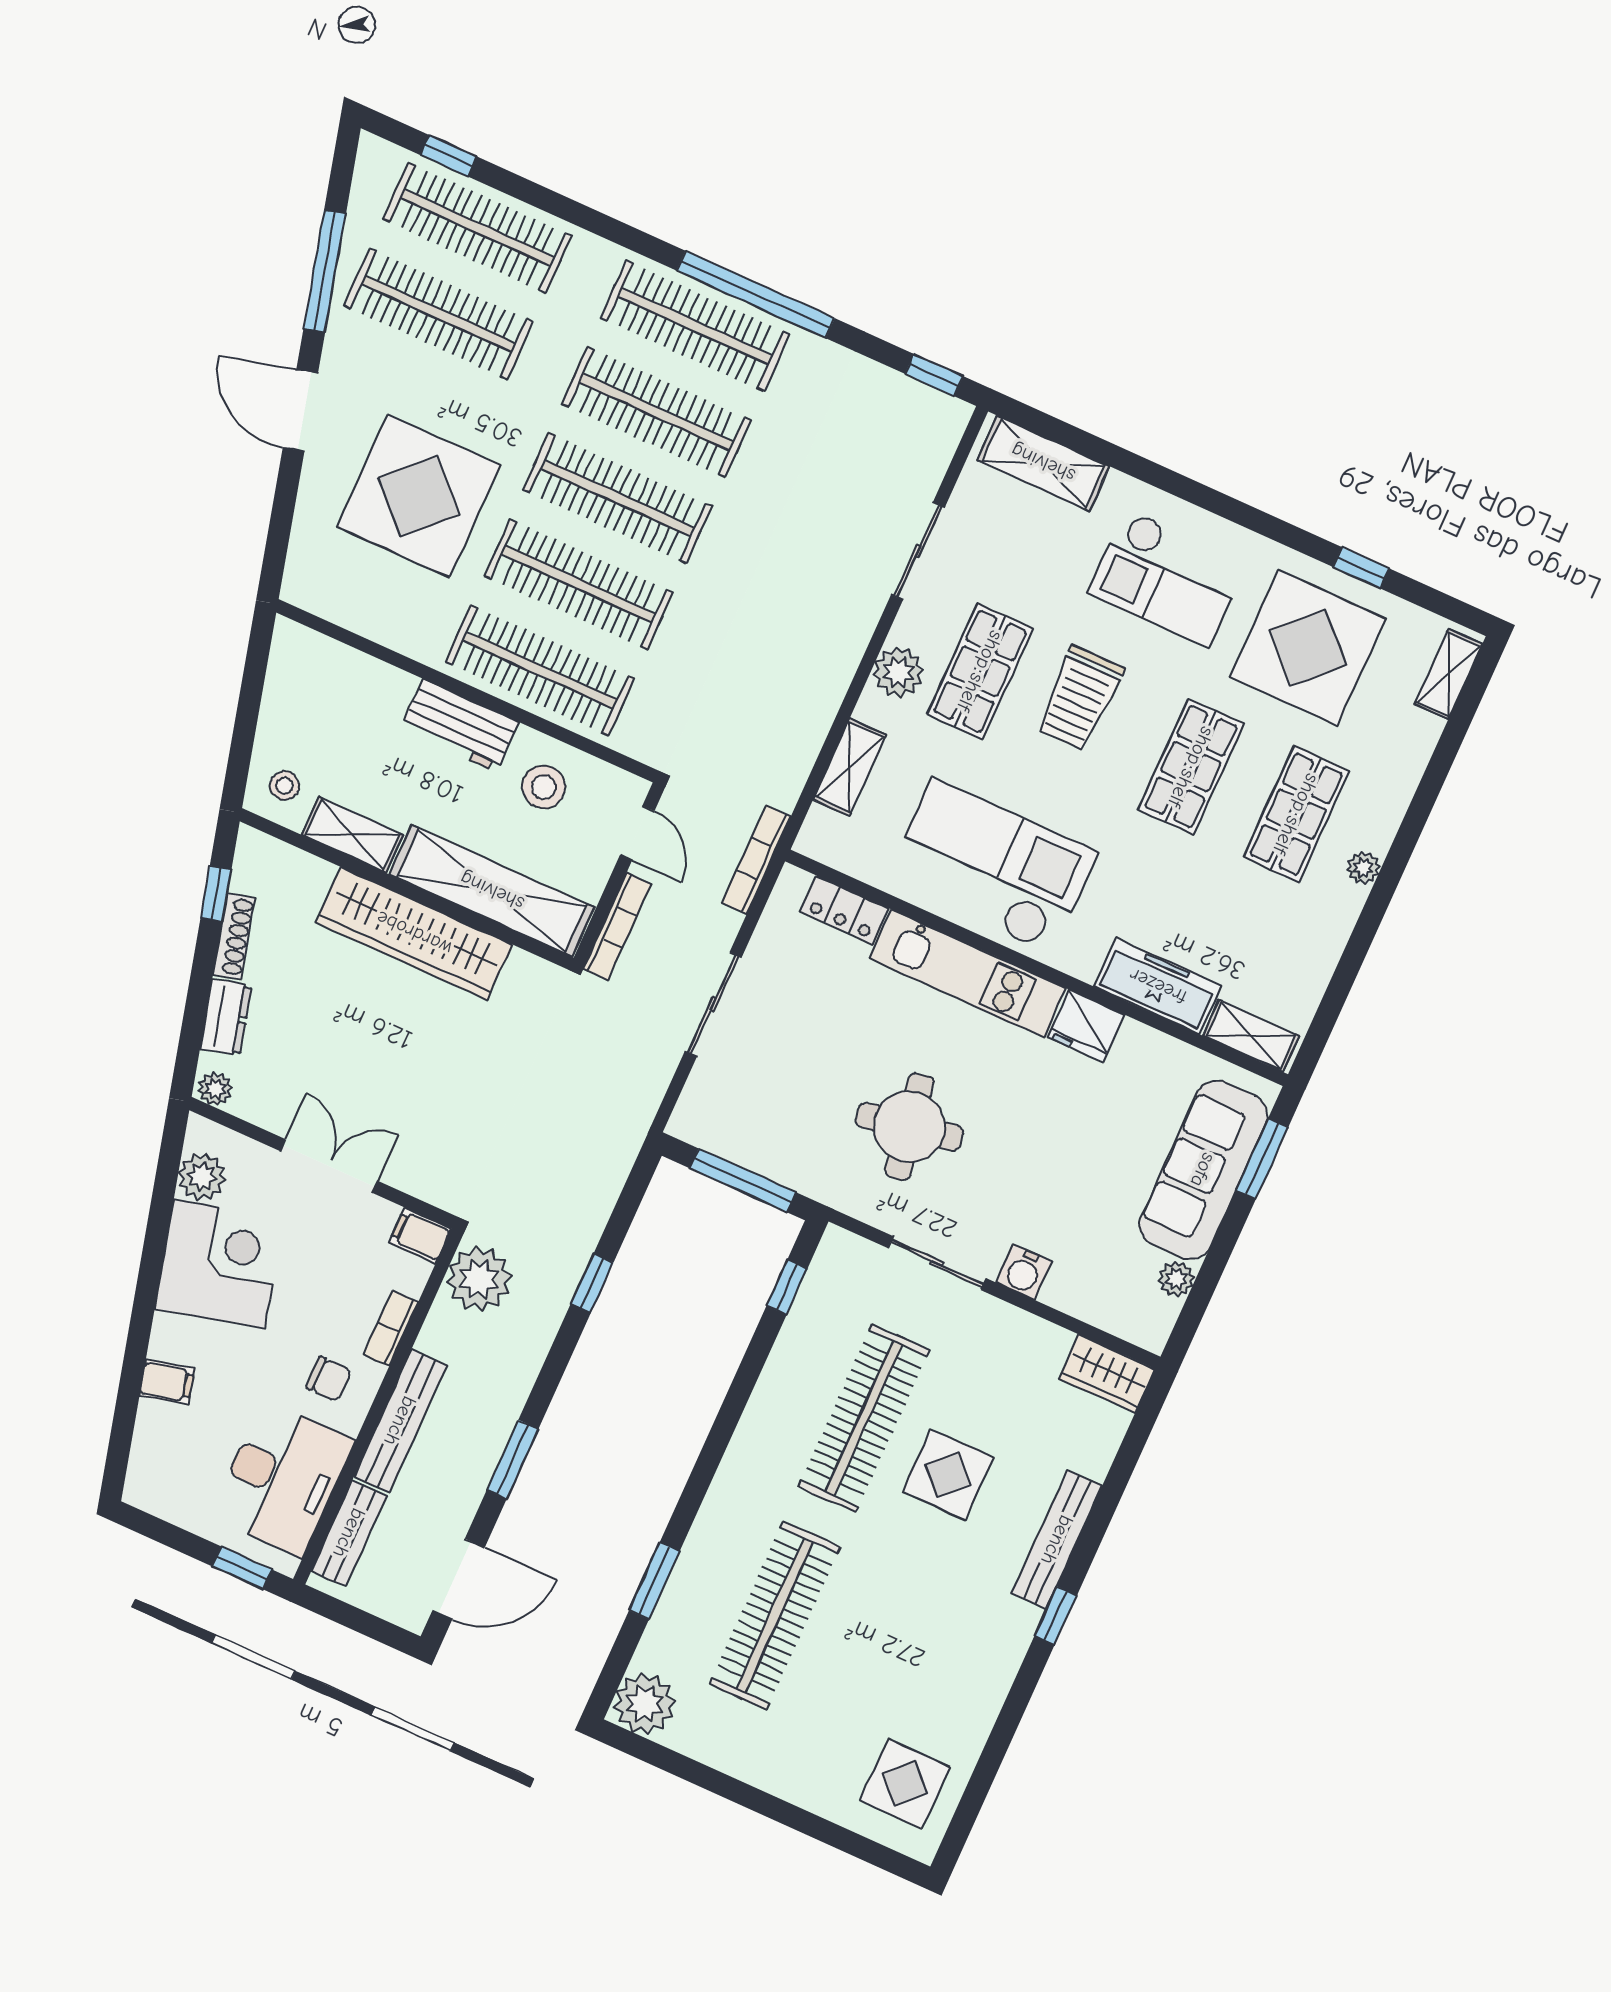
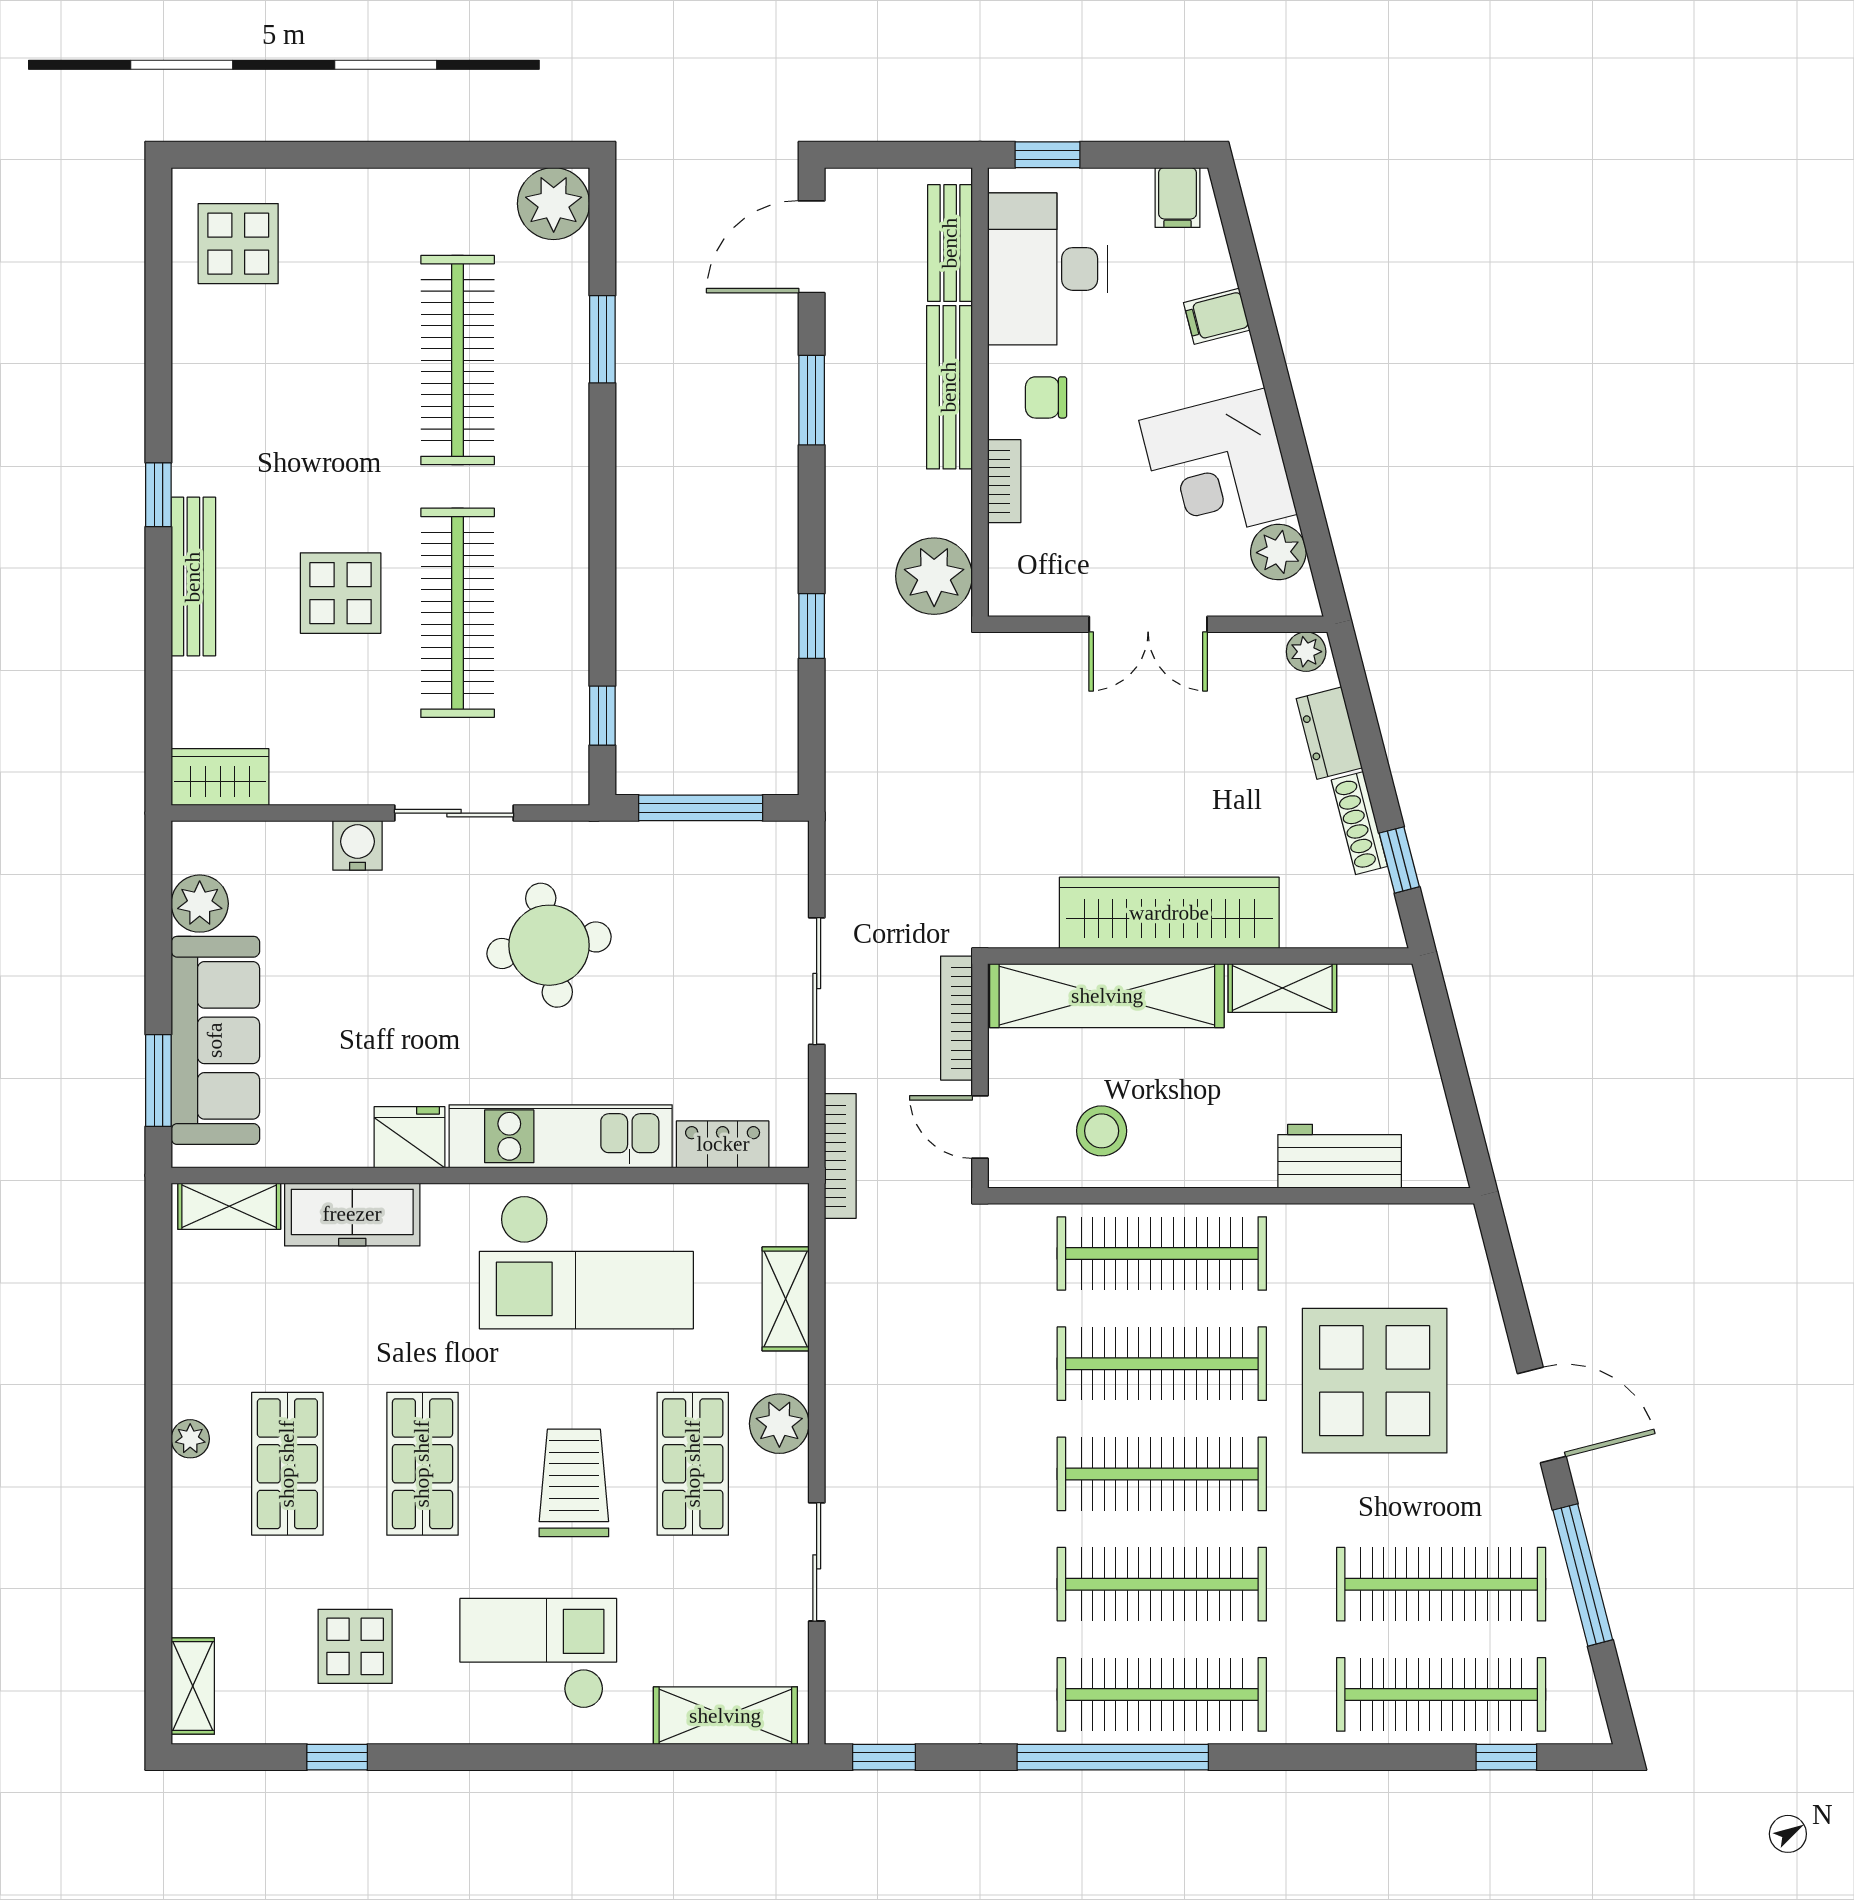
display table: (1308, 648) -> (355, 1646), width x0.54, depth x0.54
workbench: (460, 725) -> (1340, 1156), moved
stool: (285, 786) -> (1378, 1008), removed
filing cabinet: (420, 1236) -> (1178, 197), moved, turned 90
plant: (1176, 1279) -> (200, 904), width x1.38, depth x1.38

